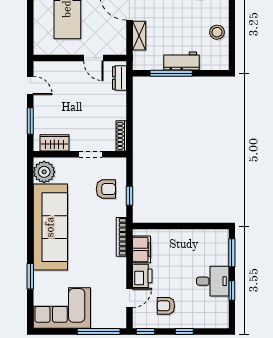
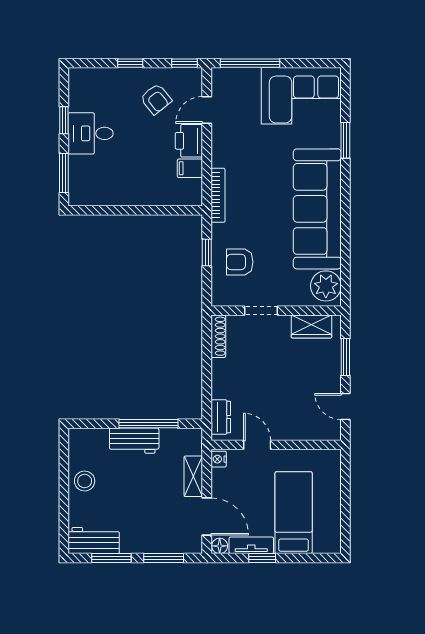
nightstand: (121, 48) -> (219, 459), added
filing cabinet: (142, 249) -> (190, 168), width x0.50
armchair: (166, 306) -> (156, 99), turned 51

